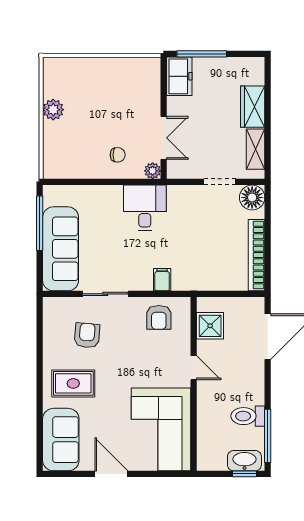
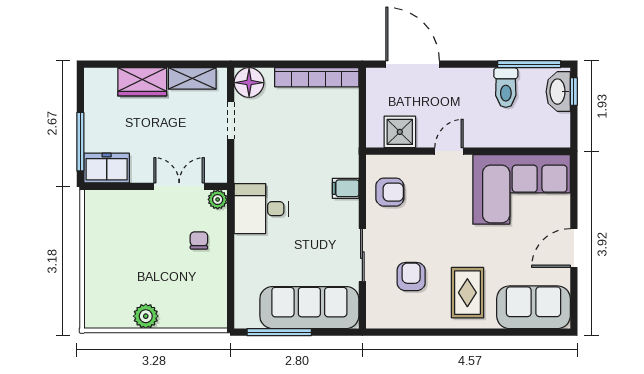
armchair: (87, 335) -> (411, 277), turned 85

